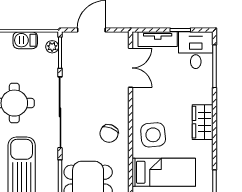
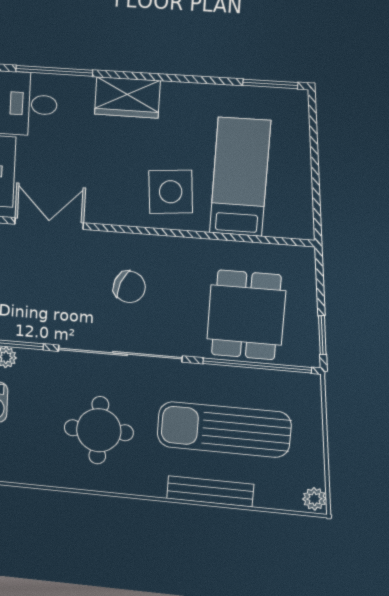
wardrobe: (203, 122) -> (127, 97), moved
chair: (109, 133) -> (129, 287), moved

